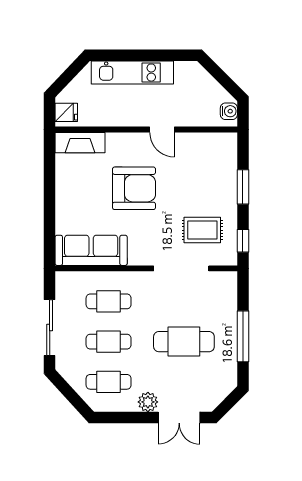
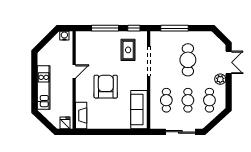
window: (243, 187) -> (105, 28), width x1.44
window: (243, 336) -> (174, 28), moved

